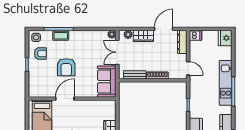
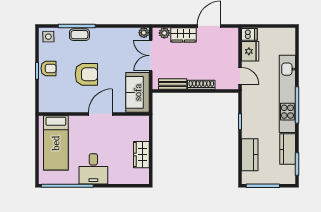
fridge: (225, 38) -> (250, 51), moved, turned 180
dresser: (182, 42) -> (233, 42), removed
armchair: (40, 54) -> (48, 68), moved
armchair: (66, 67) -> (86, 74), turned -90
kitchen unit: (226, 83) -> (287, 94), width x1.36
door: (65, 99) -> (100, 114), moved

